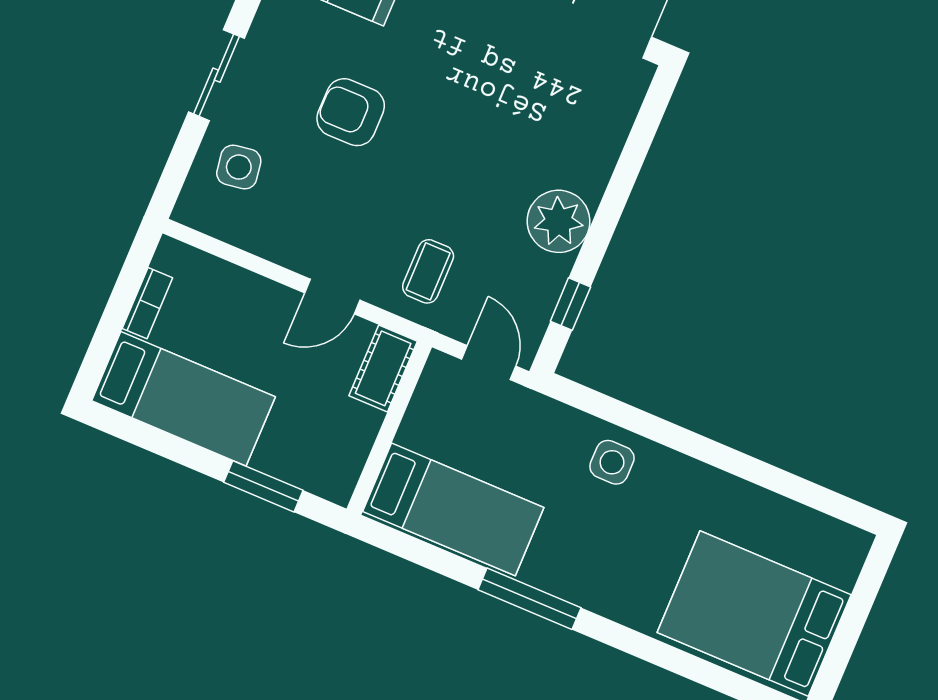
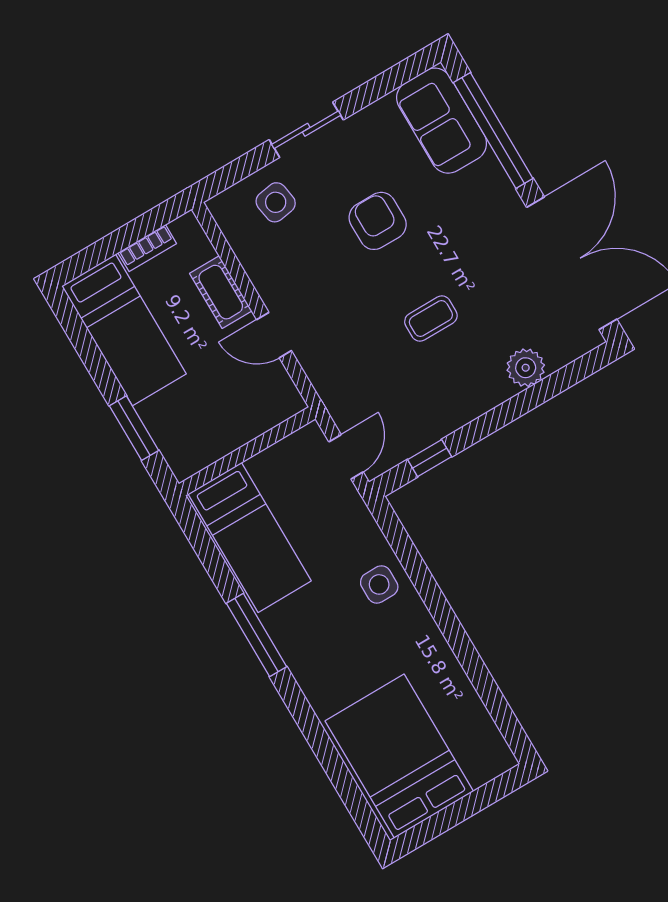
plant: (559, 221) -> (526, 368), moved, width x0.73, depth x0.73
coffee table: (428, 271) -> (431, 319), moved
cot: (383, 368) -> (221, 292), moved, turned 90

